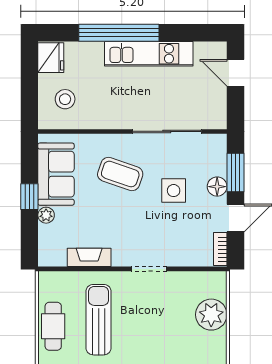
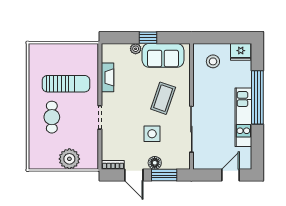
cafe table: (53, 326) -> (52, 117), moved, turned 90

